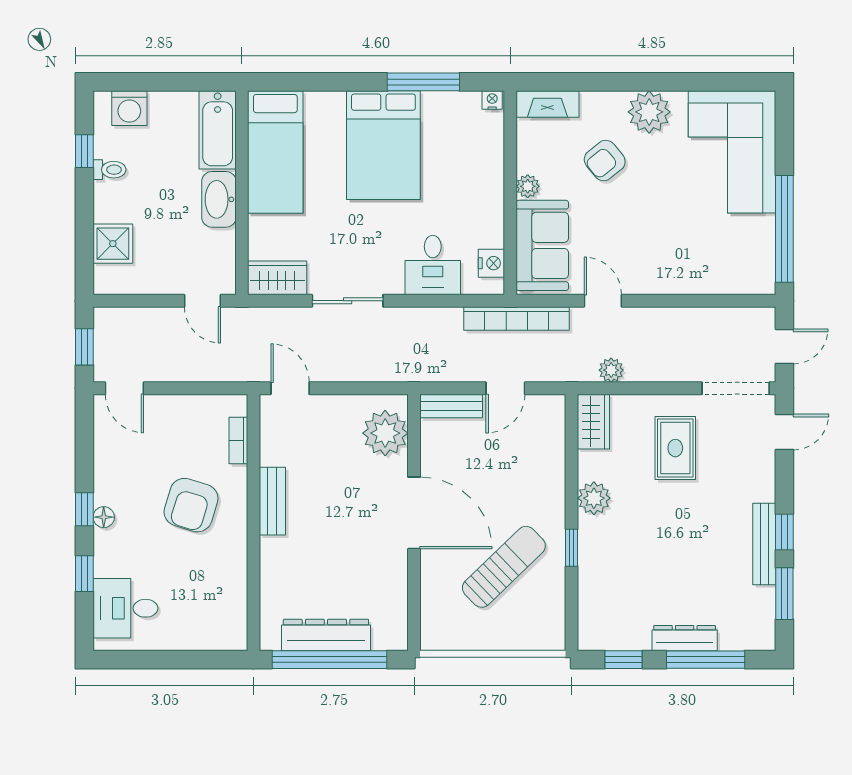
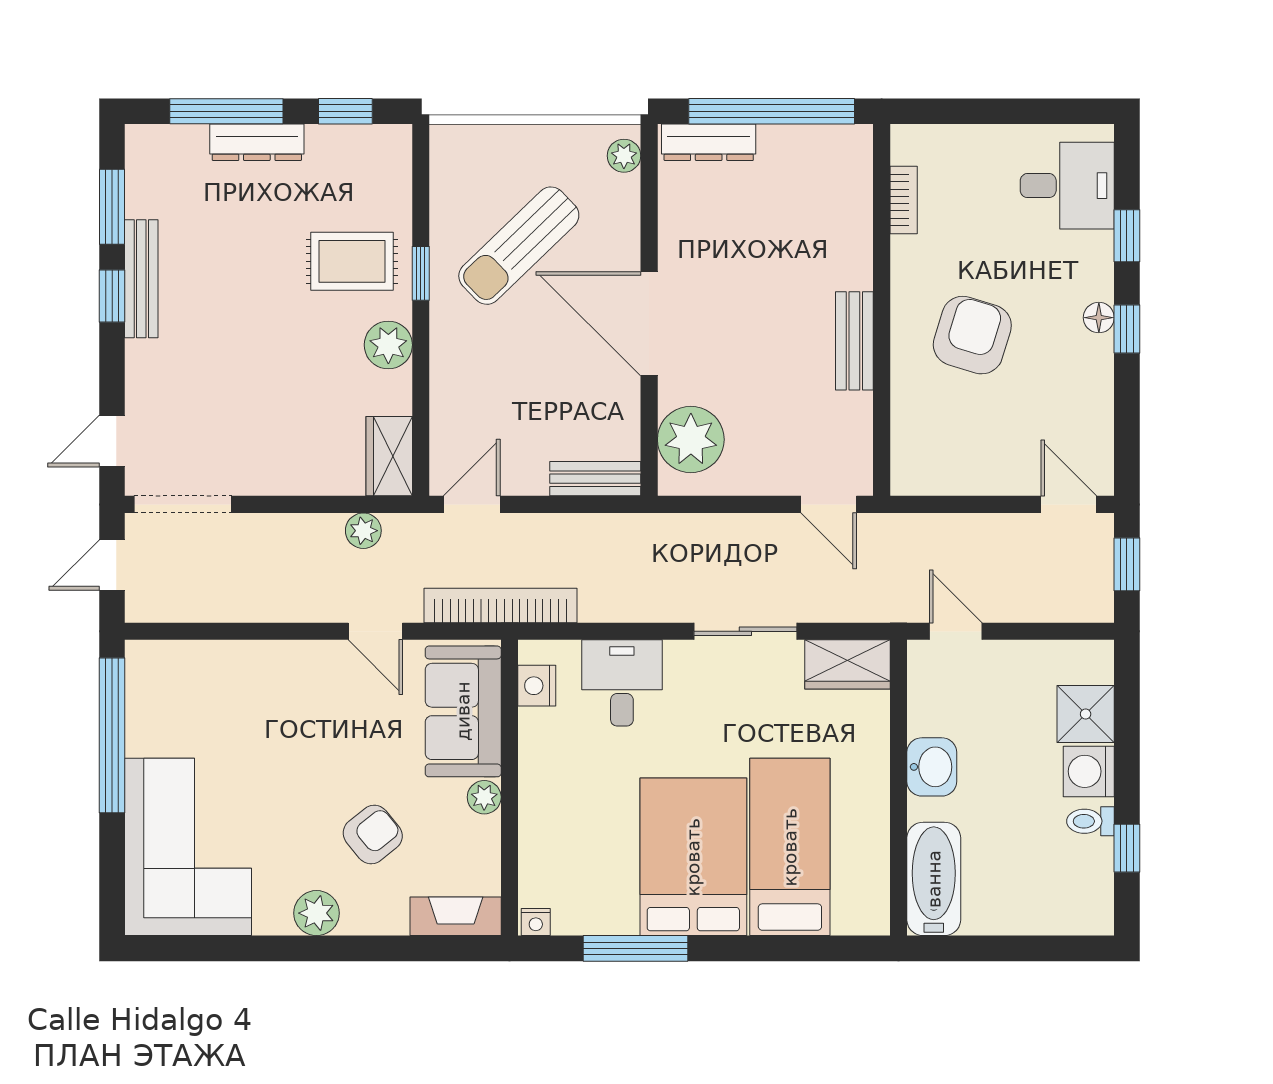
washing machine: (129, 108) -> (1089, 771), moved, turned -90
plant: (649, 112) -> (316, 913), width x0.73, depth x0.73
bed: (275, 152) -> (790, 847), moved
washbasin: (219, 199) -> (932, 767), width x0.72
door: (505, 388) -> (472, 504), moved
bookcase: (238, 440) -> (904, 200), moved
rug: (675, 448) -> (352, 261), moved, turned 90
plant: (431, 629) -> (624, 156), added
dresser: (326, 635) -> (709, 142), moved, width x0.73, depth x0.80

